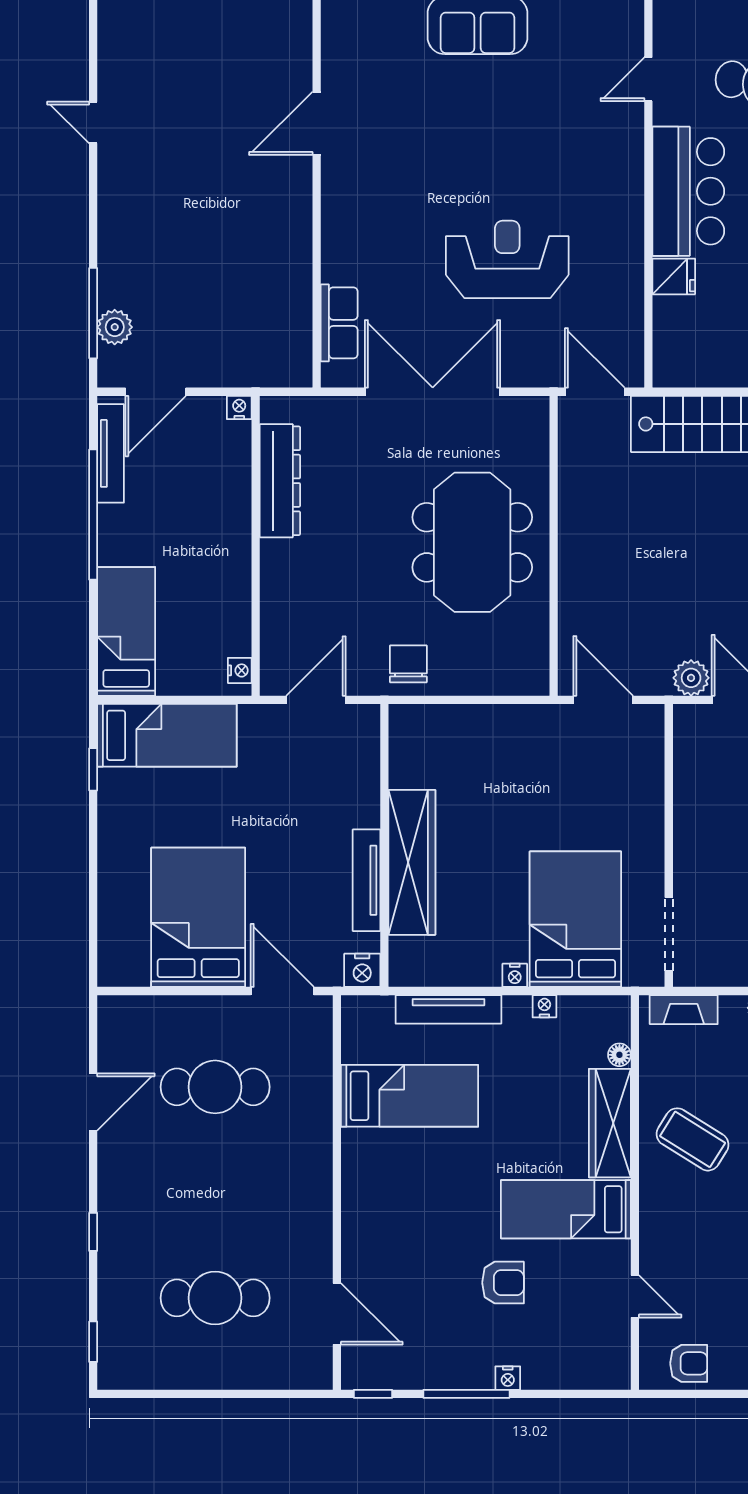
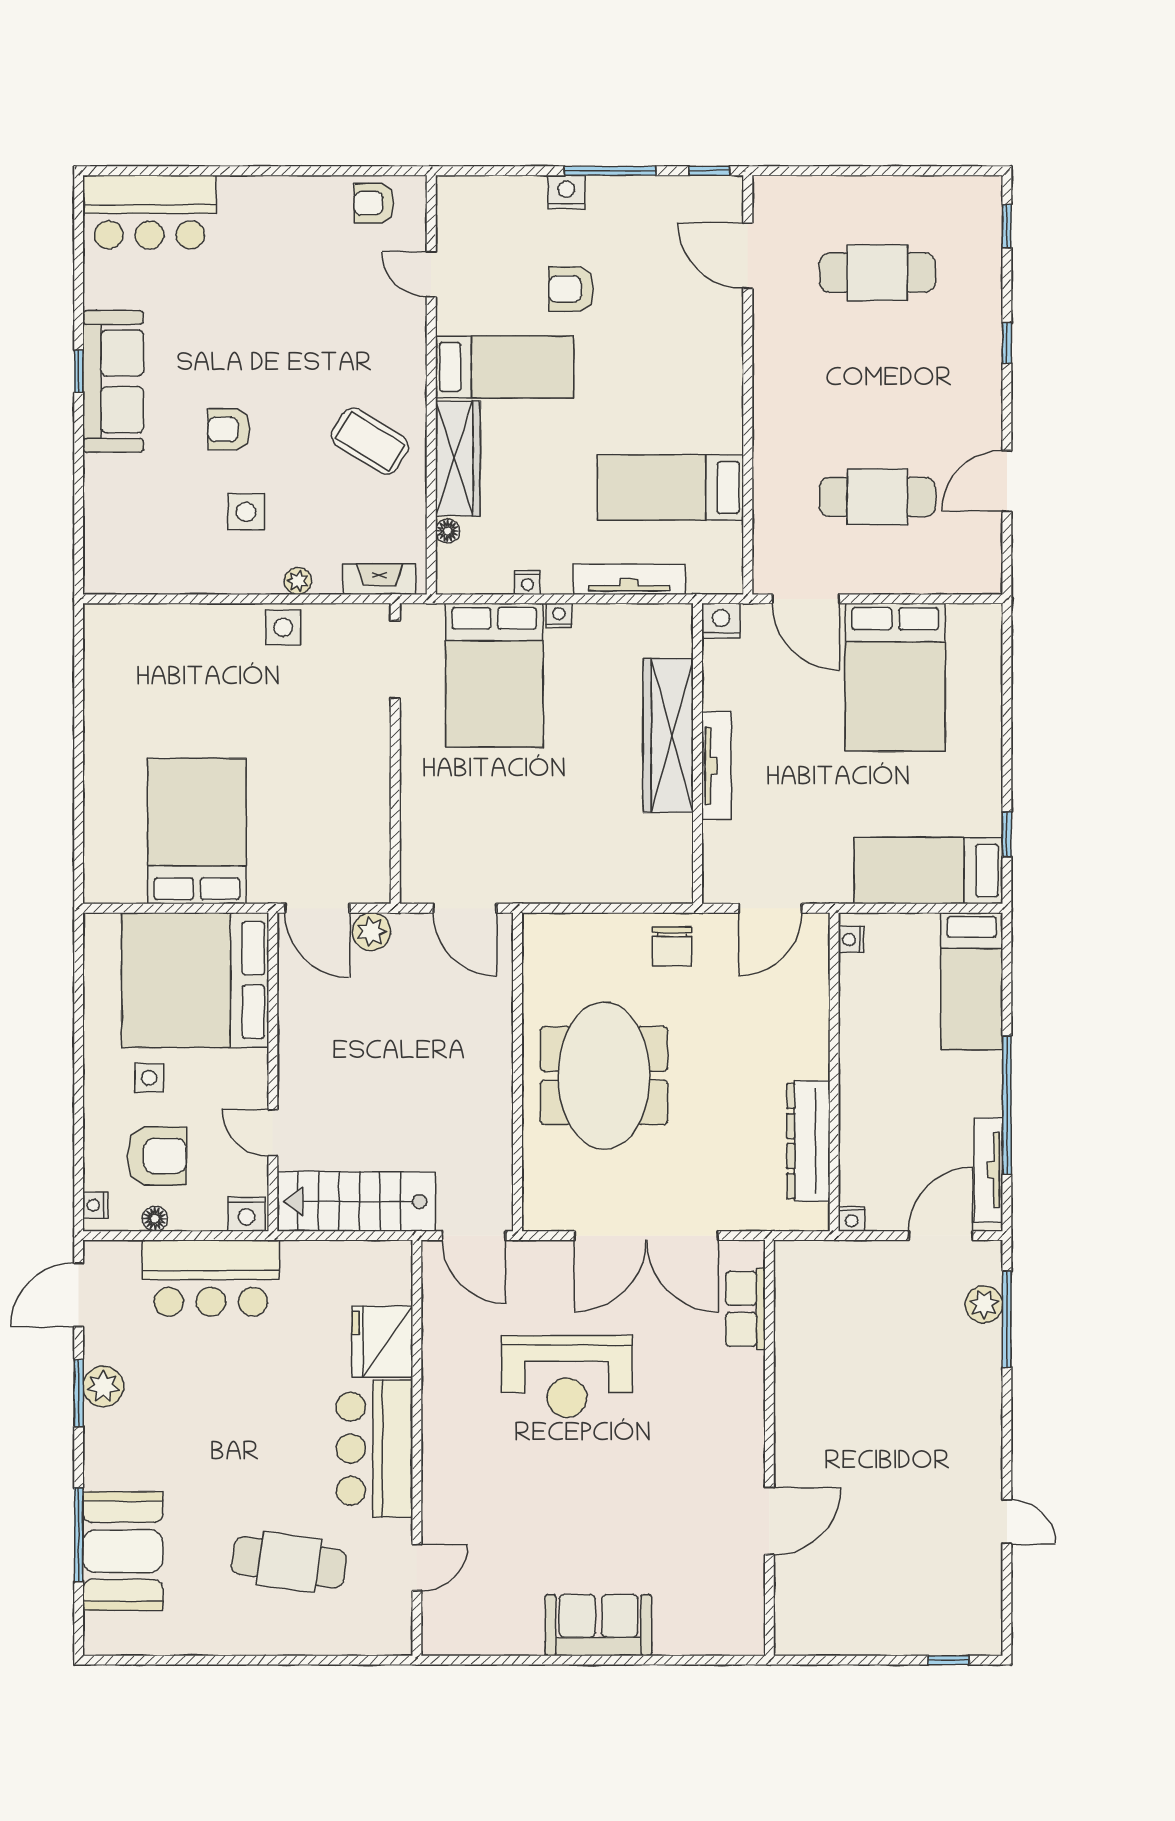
fridge: (674, 276) -> (382, 1341), width x1.88, depth x1.34
tv unit: (366, 880) -> (716, 766), moved
nightstand: (508, 1378) -> (566, 192), width x1.39, depth x1.35

